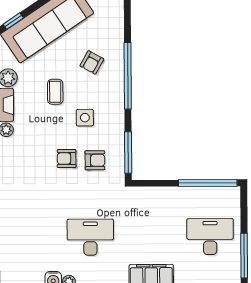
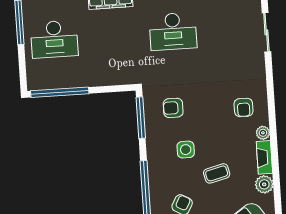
coffee table: (55, 92) -> (217, 173), turned 76
armchair: (67, 159) -> (244, 107), moved, turned 90

